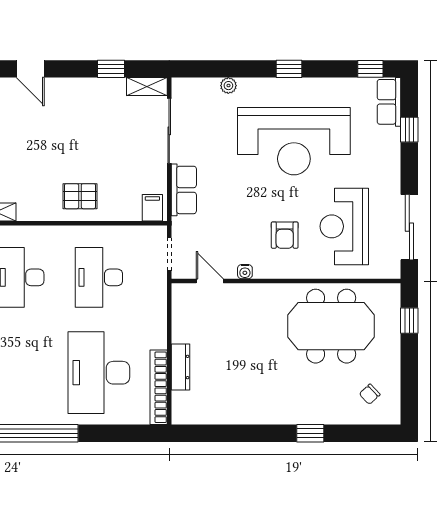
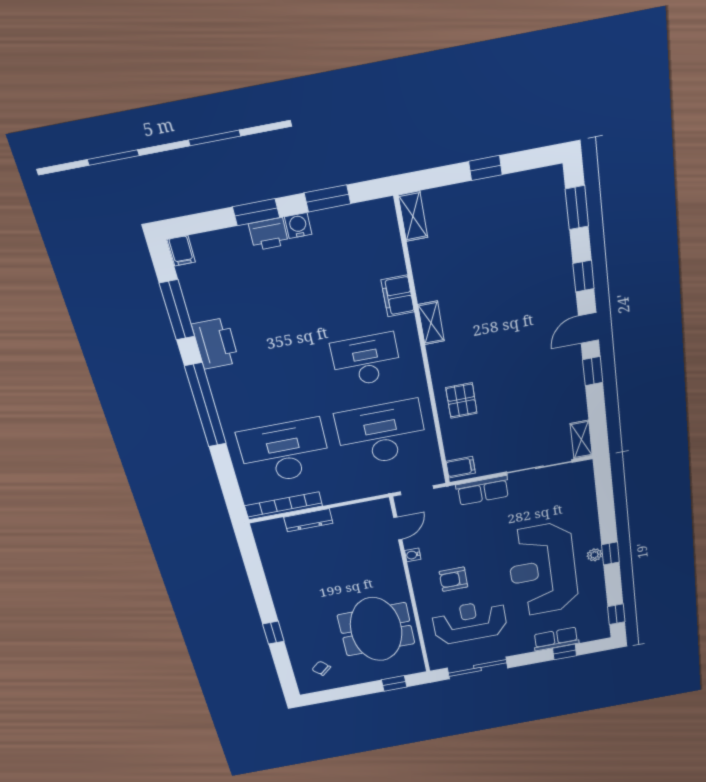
window: (111, 69) -> (593, 371), moved
plant: (228, 86) -> (594, 555), moved
row of seats: (389, 102) -> (556, 639), moved
desk: (99, 277) -> (381, 433), width x1.36, depth x1.30

